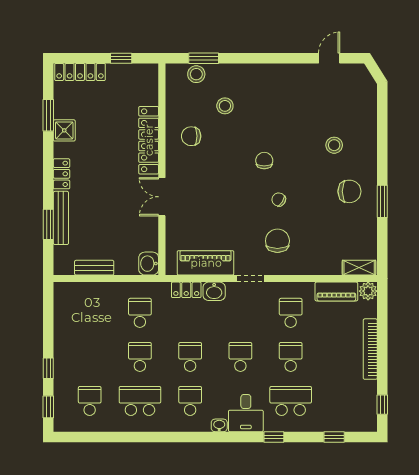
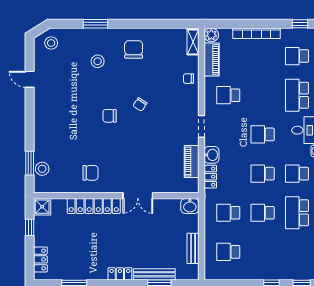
door: (329, 58) -> (30, 79), moved
locker: (80, 72) -> (40, 259), width x0.66
stool: (225, 106) -> (51, 43), moved
shower: (64, 130) -> (42, 207), moved
chair: (191, 136) -> (91, 173), turned -90
window: (382, 201) -> (95, 24), moved
chair: (277, 241) -> (188, 79), moved, width x0.54, depth x0.54
piano: (206, 263) -> (192, 162), width x0.73, depth x0.75
school desk: (291, 357) -> (297, 56), moved
school desk: (90, 401) -> (228, 252), moved

